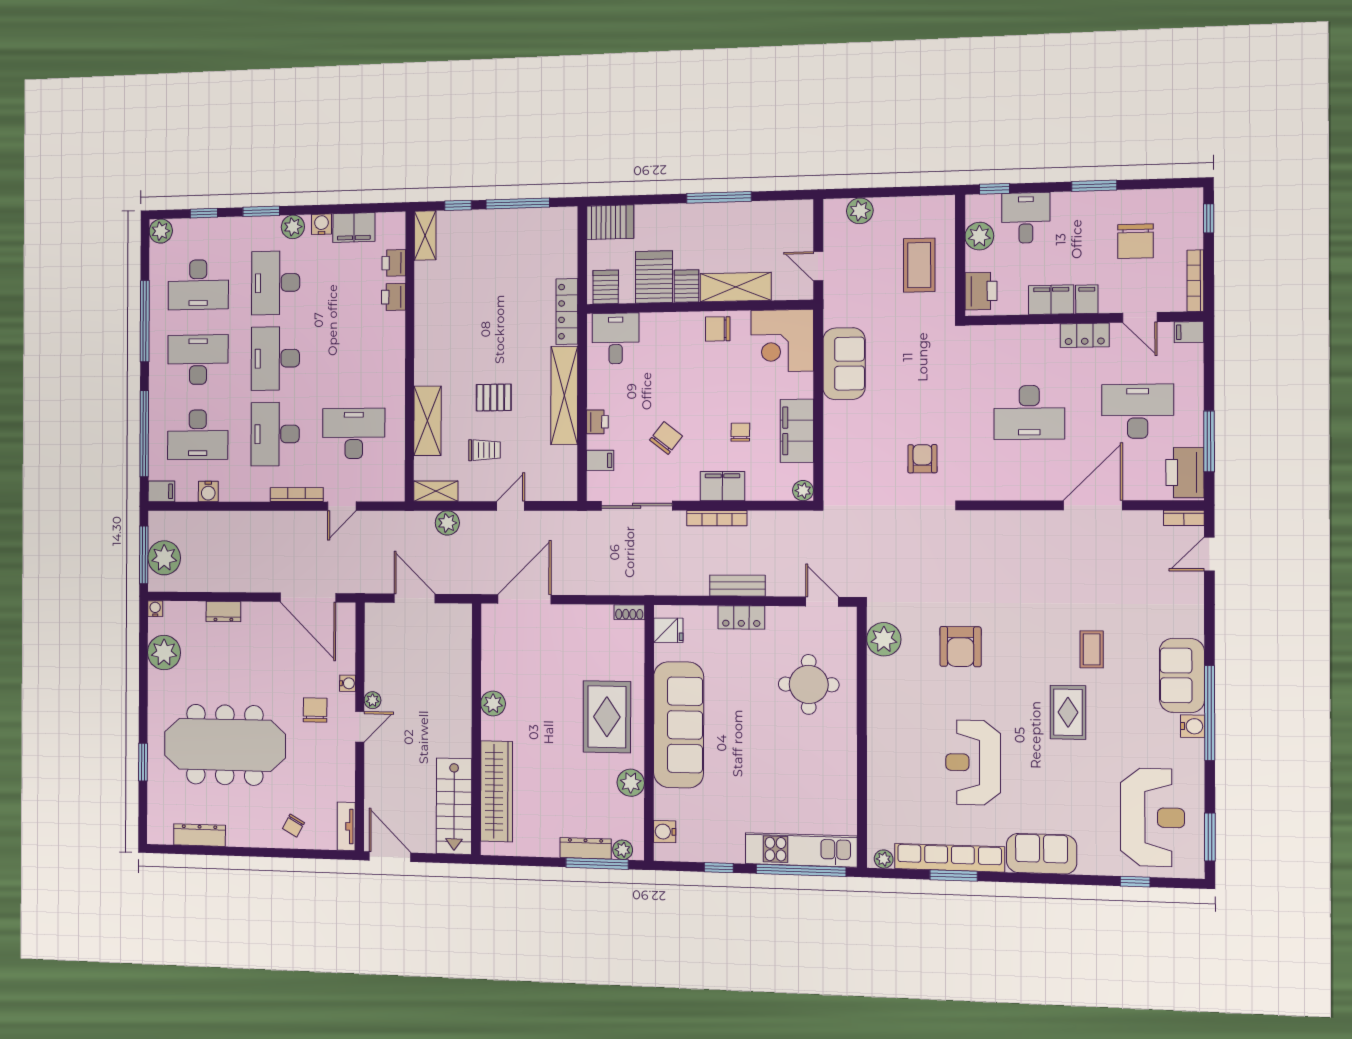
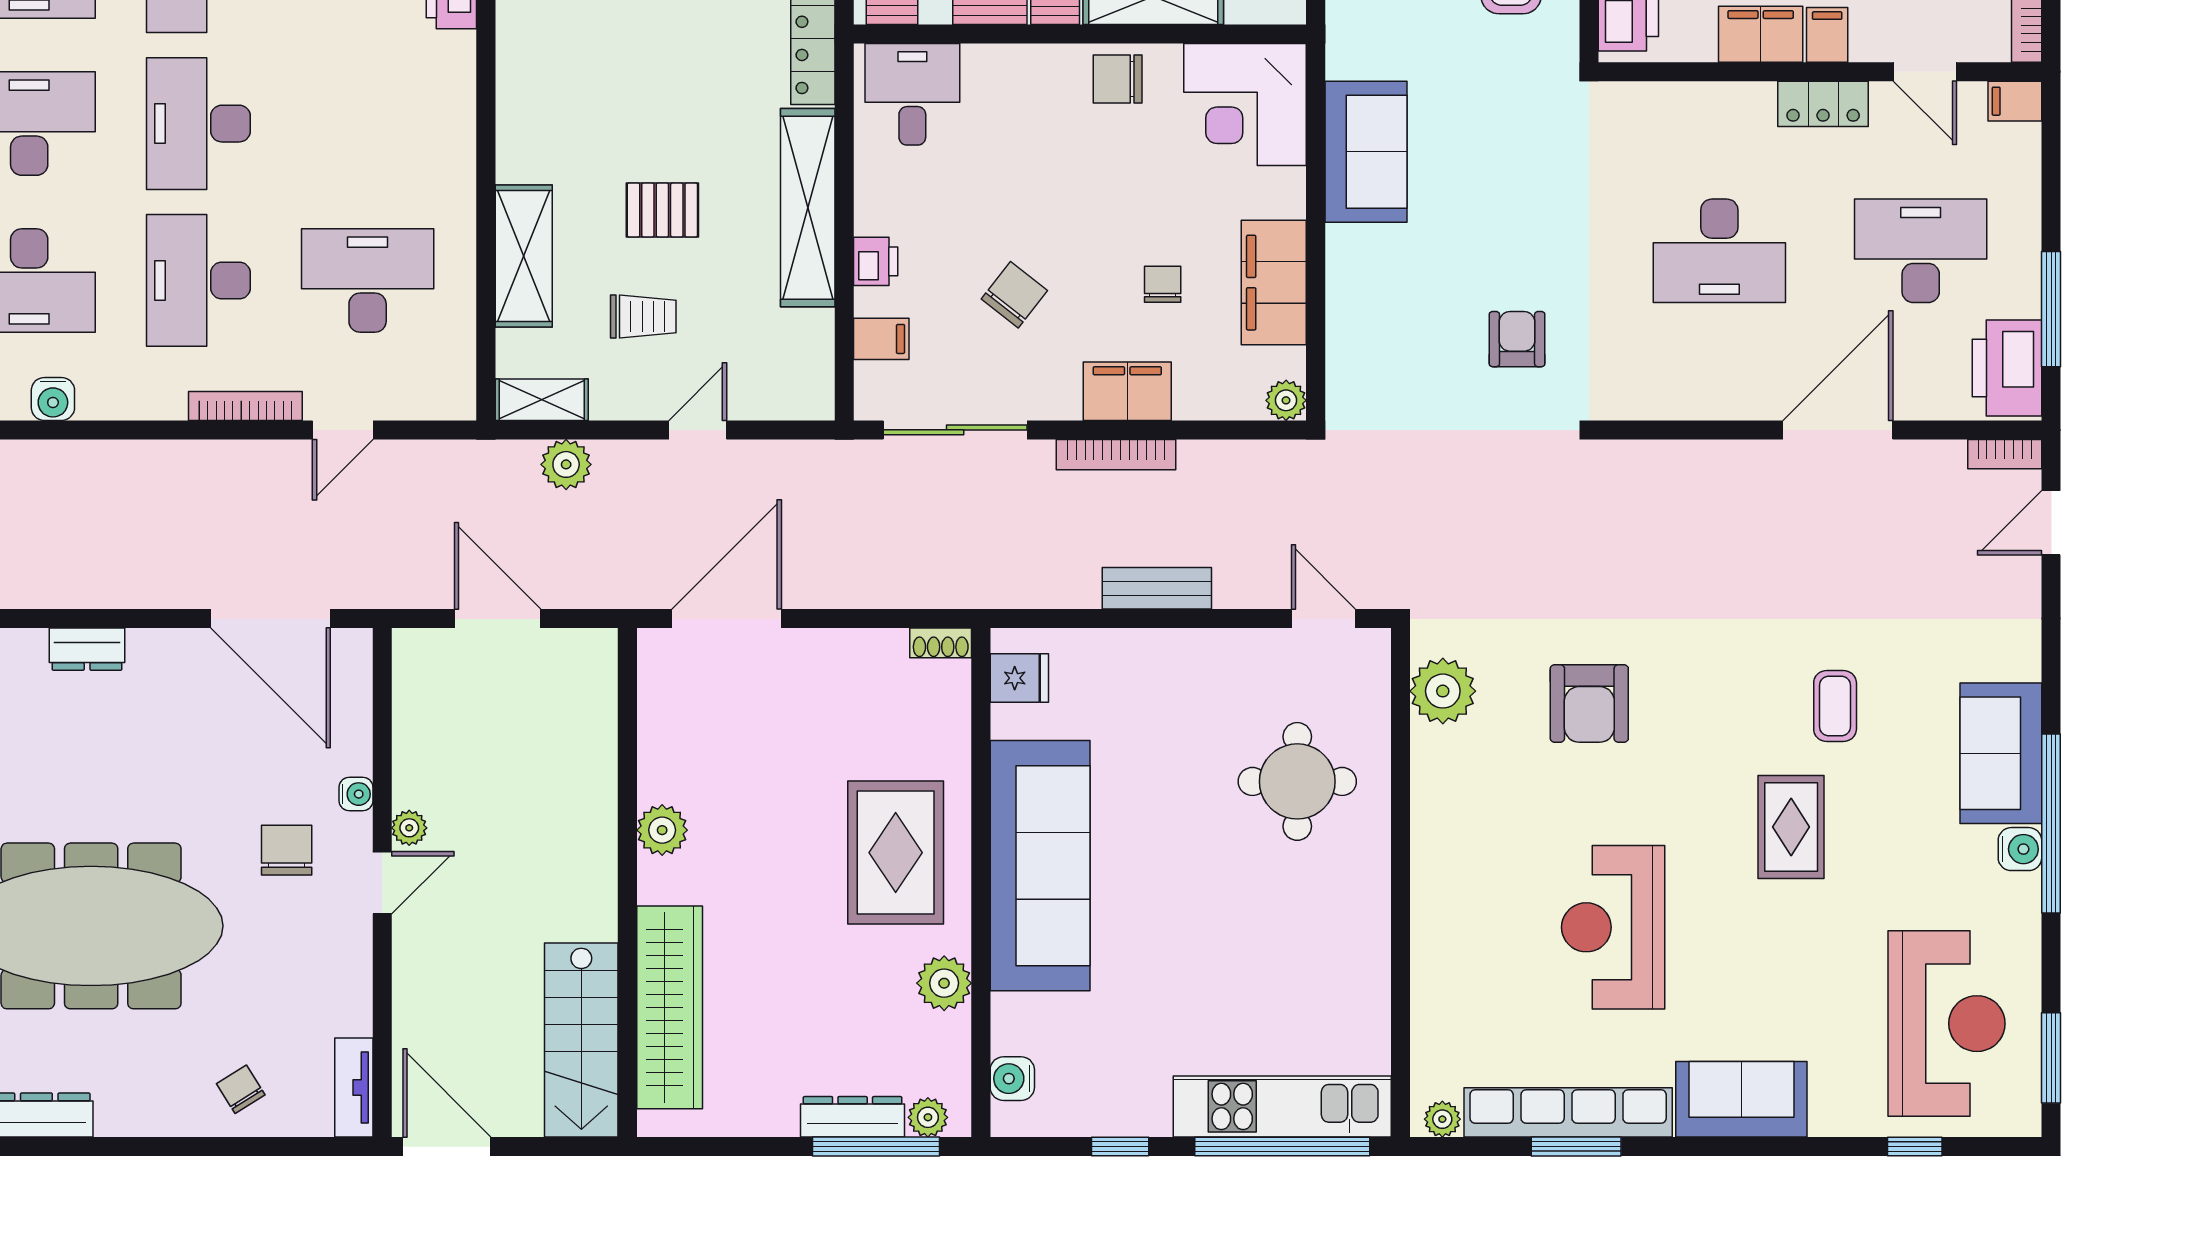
locker: (741, 617) -> (1165, 651), removed
chair: (293, 826) -> (241, 1089), turned 119

